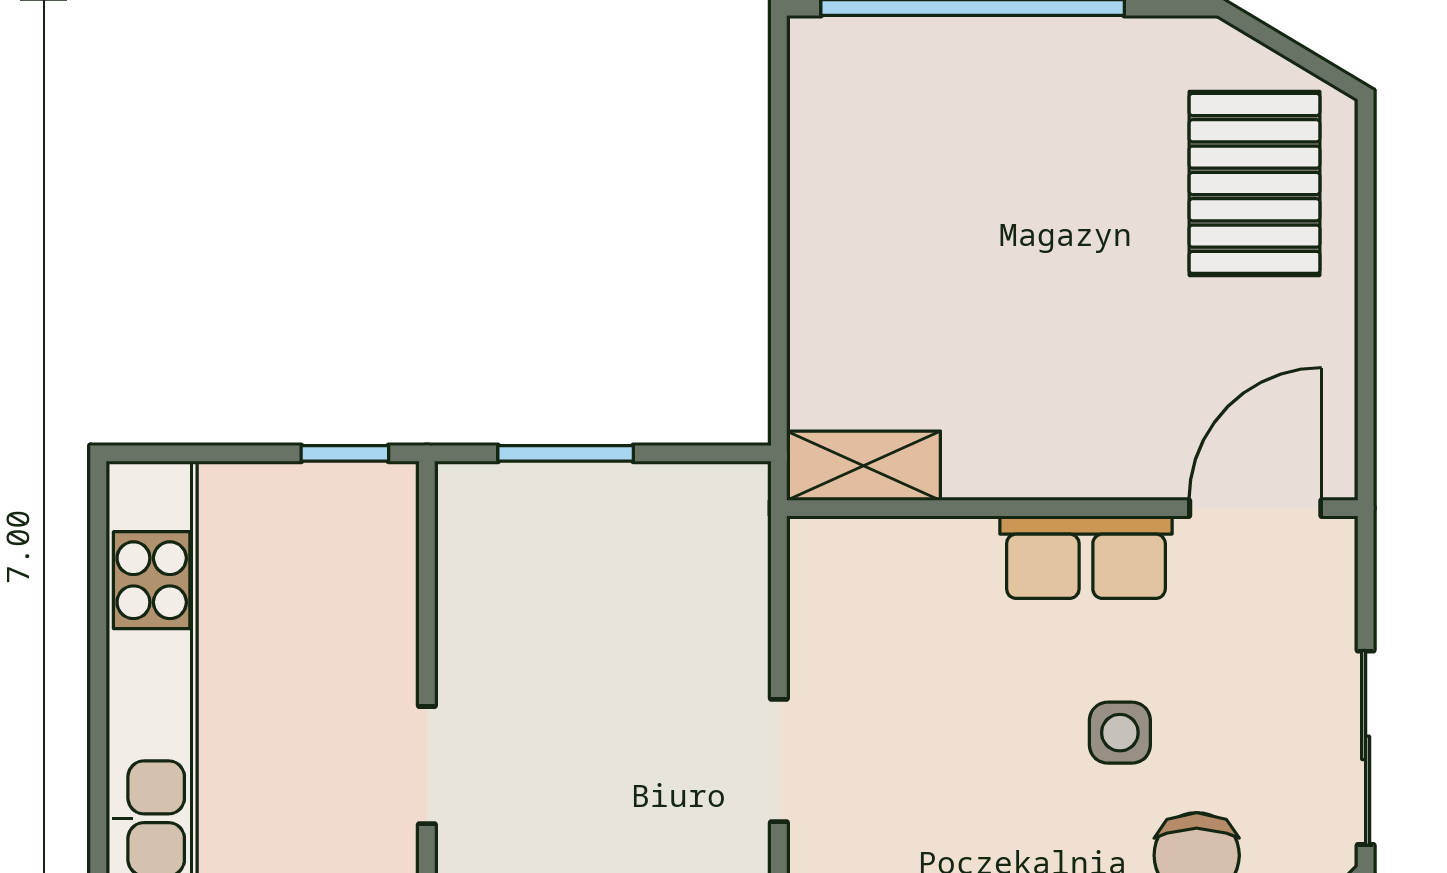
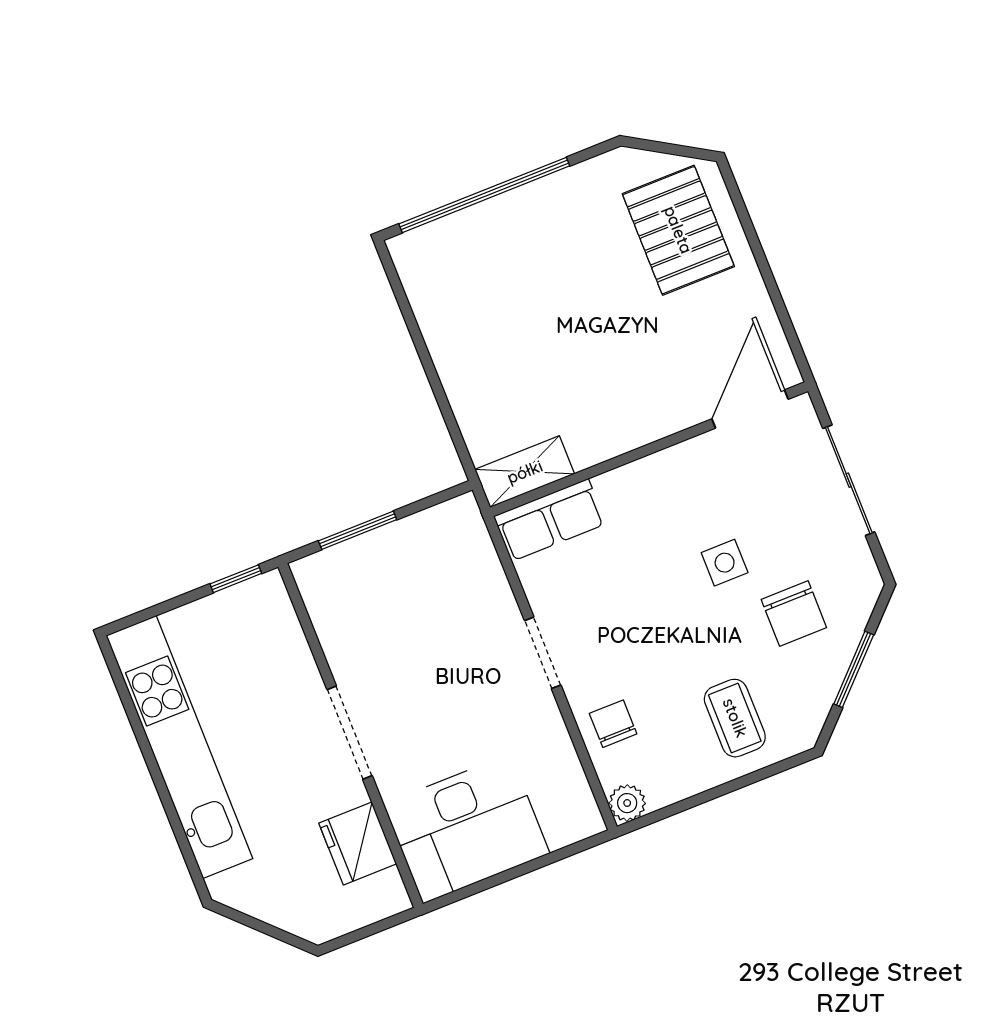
row of seats: (1086, 557) -> (550, 520), moved
sliding door: (1366, 748) -> (849, 480), moved
doorway: (427, 765) -> (350, 733), width x1.38

